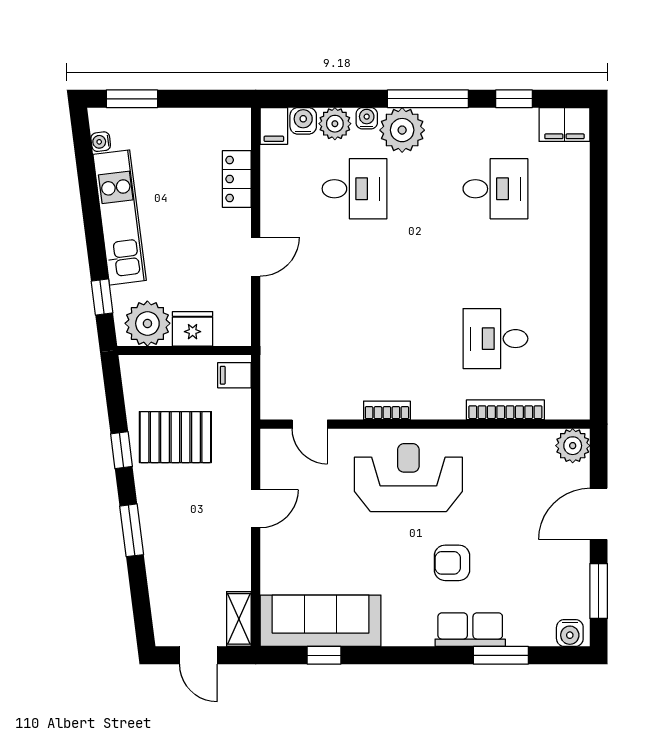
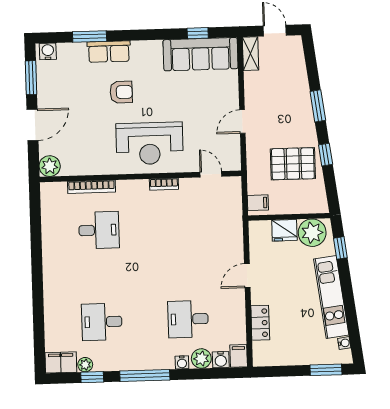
plant: (402, 130) -> (85, 365), moved, width x0.53, depth x0.53

